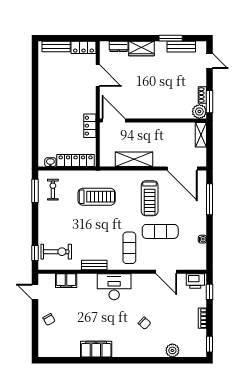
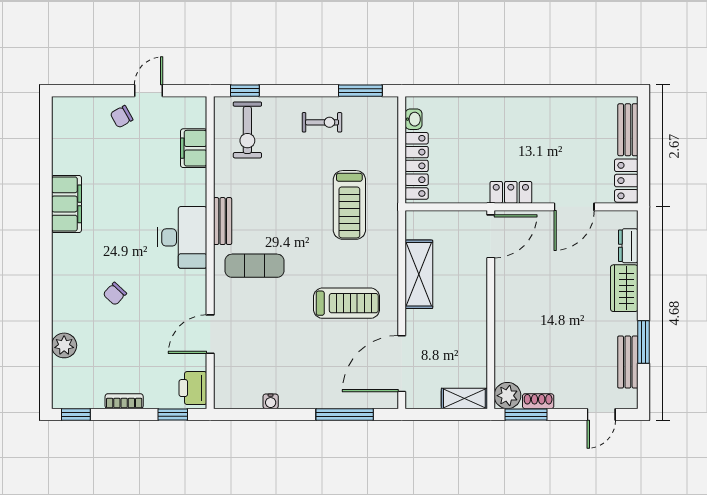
locker: (90, 126) -> (511, 192), moved
exercise bike: (53, 190) -> (322, 122), moved
treadmill: (150, 198) -> (347, 303), turned 180
exercise mat: (160, 231) -> (285, 323), removed
bench: (94, 265) -> (223, 221), moved
door: (35, 292) -> (149, 91), moved

